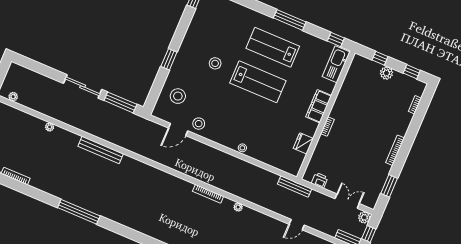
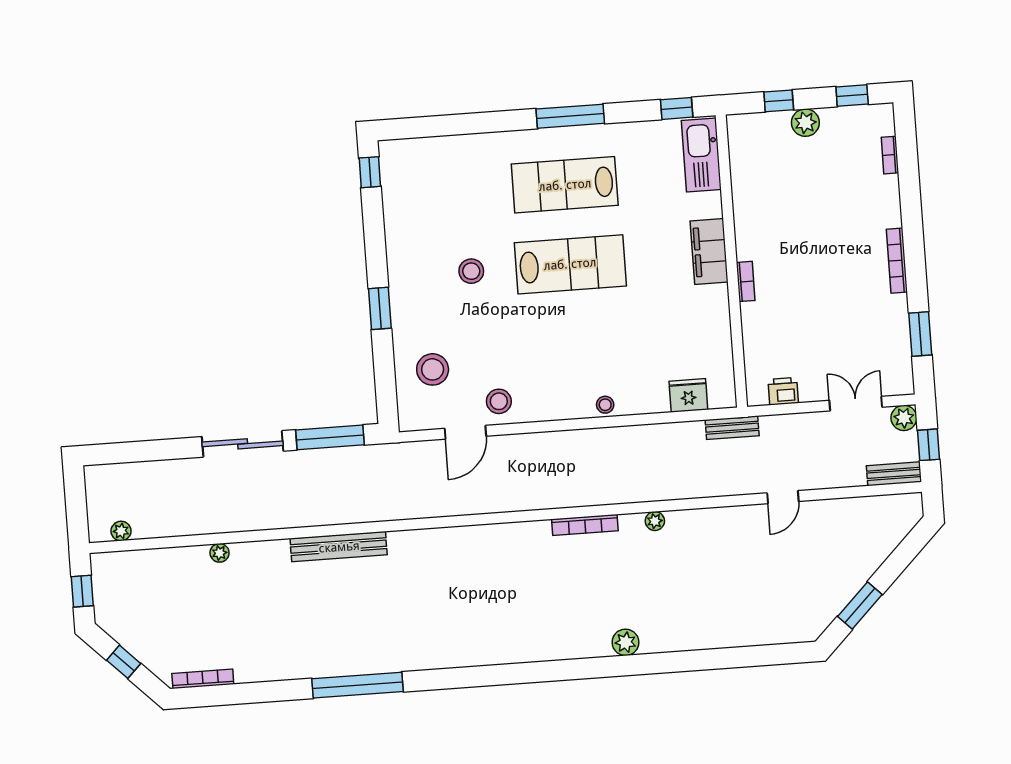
fridge: (303, 143) -> (688, 395), moved, turned 90
bench: (295, 186) -> (732, 428), width x0.73

